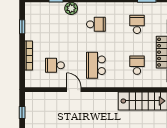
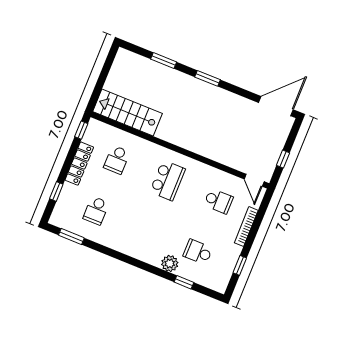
school desk: (96, 24) -> (198, 252), moved
door: (74, 90) -> (254, 180), moved

